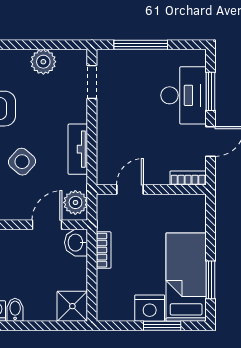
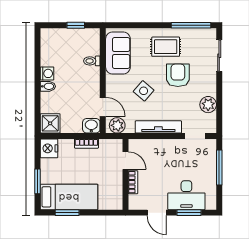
tv unit: (78, 149) -> (158, 127), width x1.41
bookcase: (188, 178) -> (133, 182), moved
nightstand: (150, 308) -> (49, 148), moved

